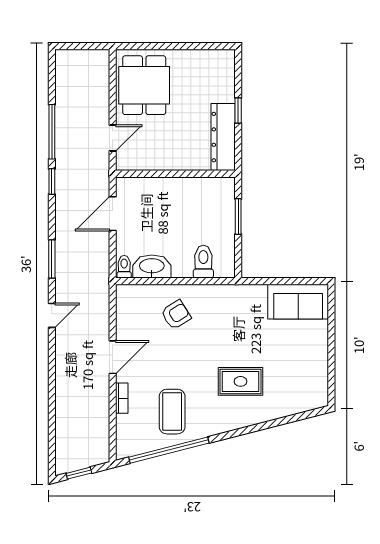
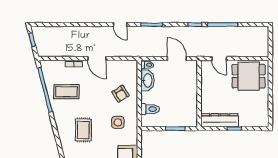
side table: (227, 320) -> (118, 122), added

